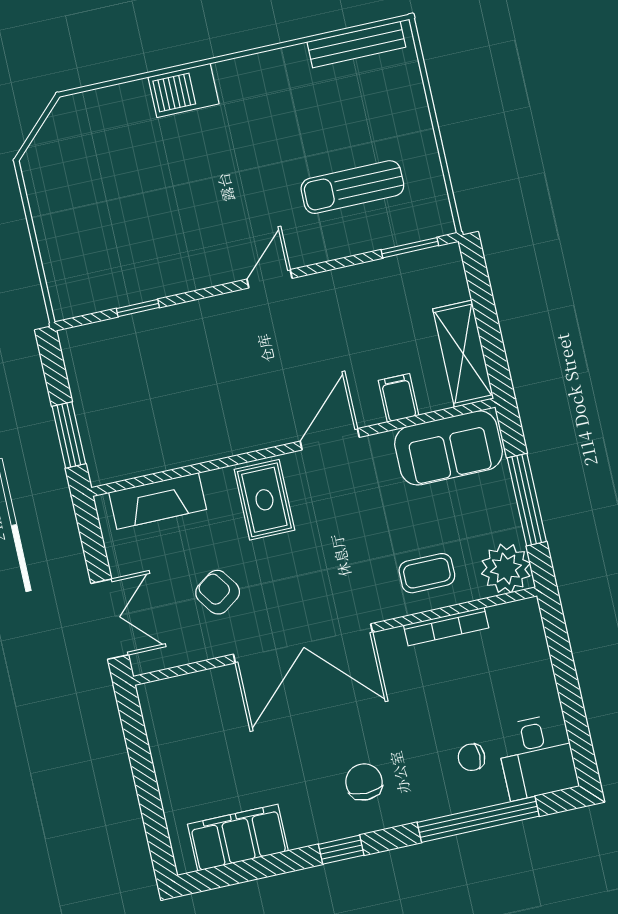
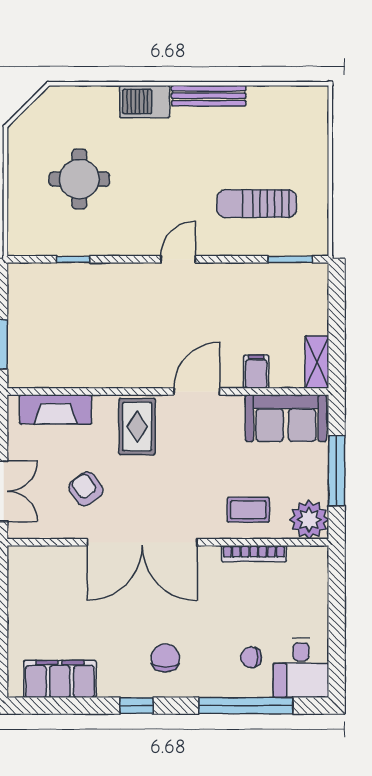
bench: (356, 44) -> (209, 96), moved
round table: (123, 206) -> (79, 179), added
shelving: (463, 354) -> (317, 362), width x0.67, depth x0.75

